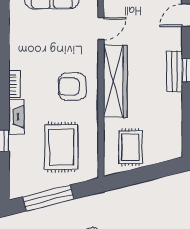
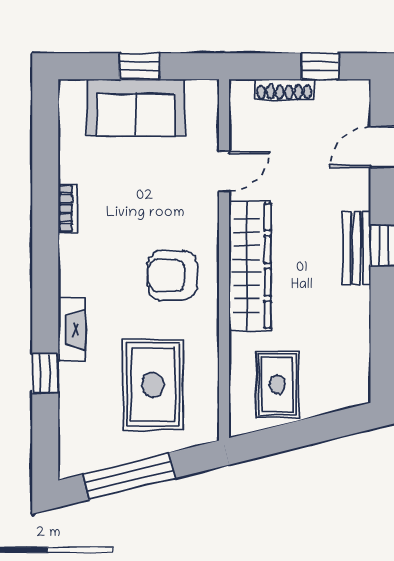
bookcase: (14, 84) -> (68, 208), moved

